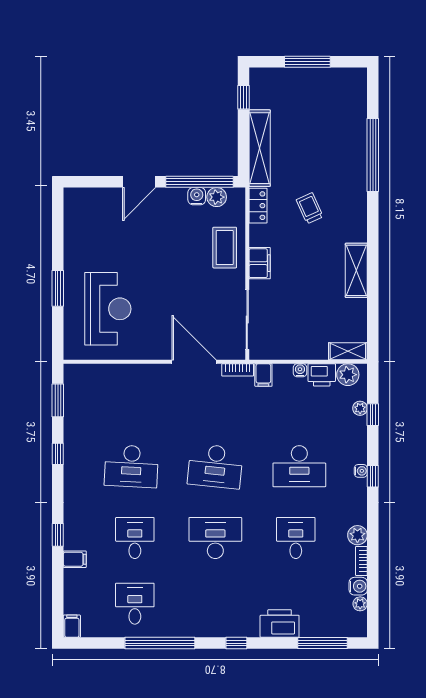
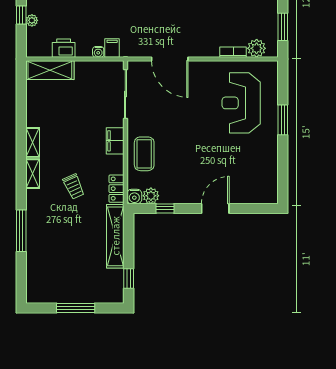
window: (373, 155) -> (21, 231), width x0.68
window: (200, 182) -> (165, 208), width x0.32
water cooler: (197, 196) -> (134, 197), moved
shelving: (359, 224) -> (33, 174), added
shelving: (356, 270) -> (33, 142), width x0.67, depth x0.75
shelving: (348, 351) -> (50, 70), width x1.50, depth x1.33
bookcase: (238, 370) -> (233, 52), moved
water cooler: (300, 370) -> (98, 52), moved
plant: (348, 375) -> (257, 48), moved

